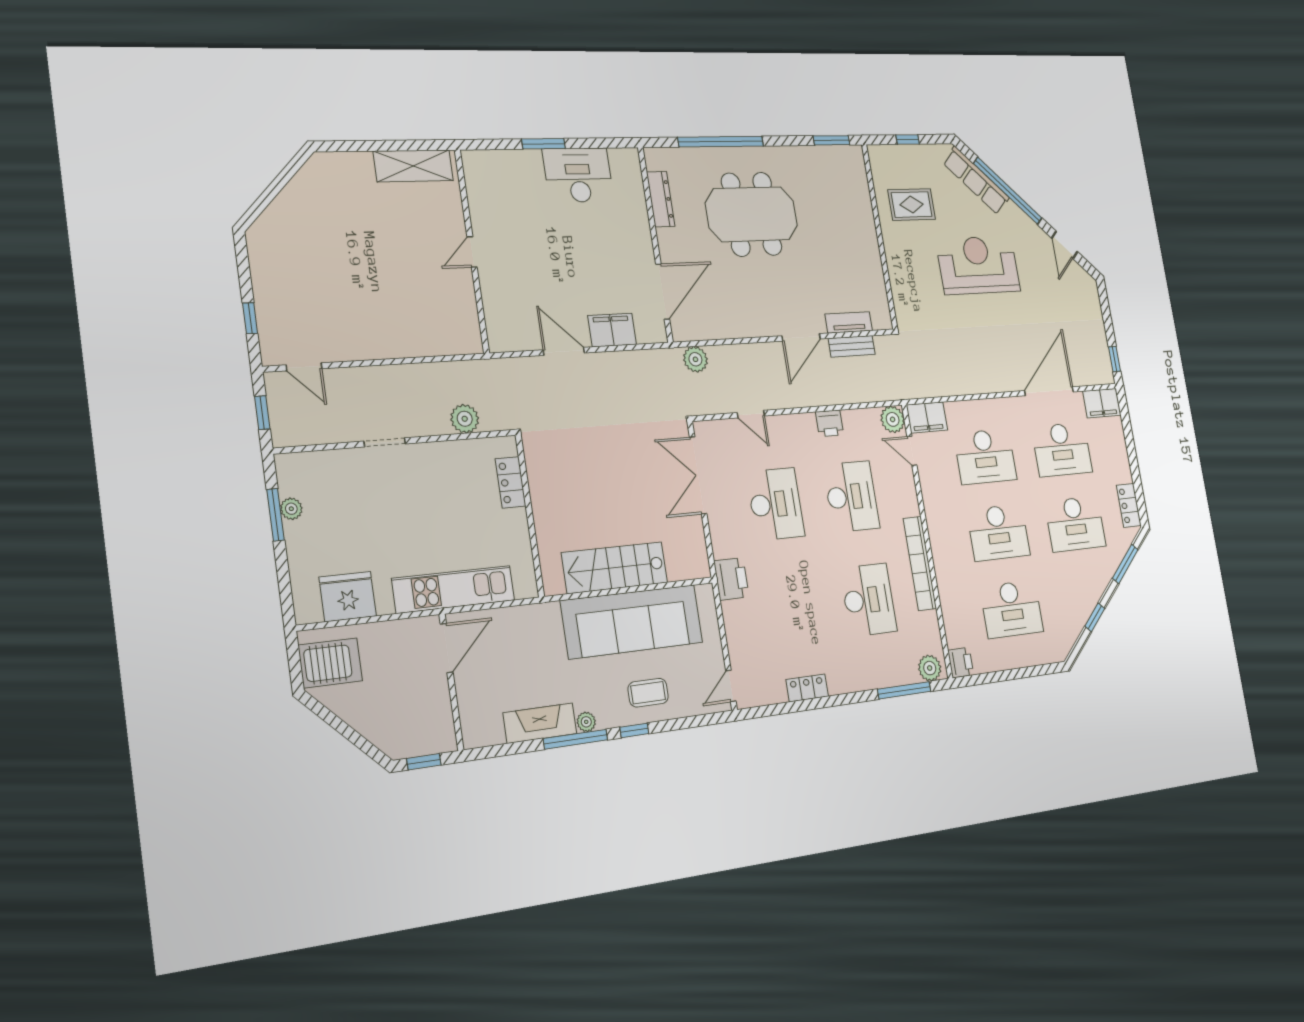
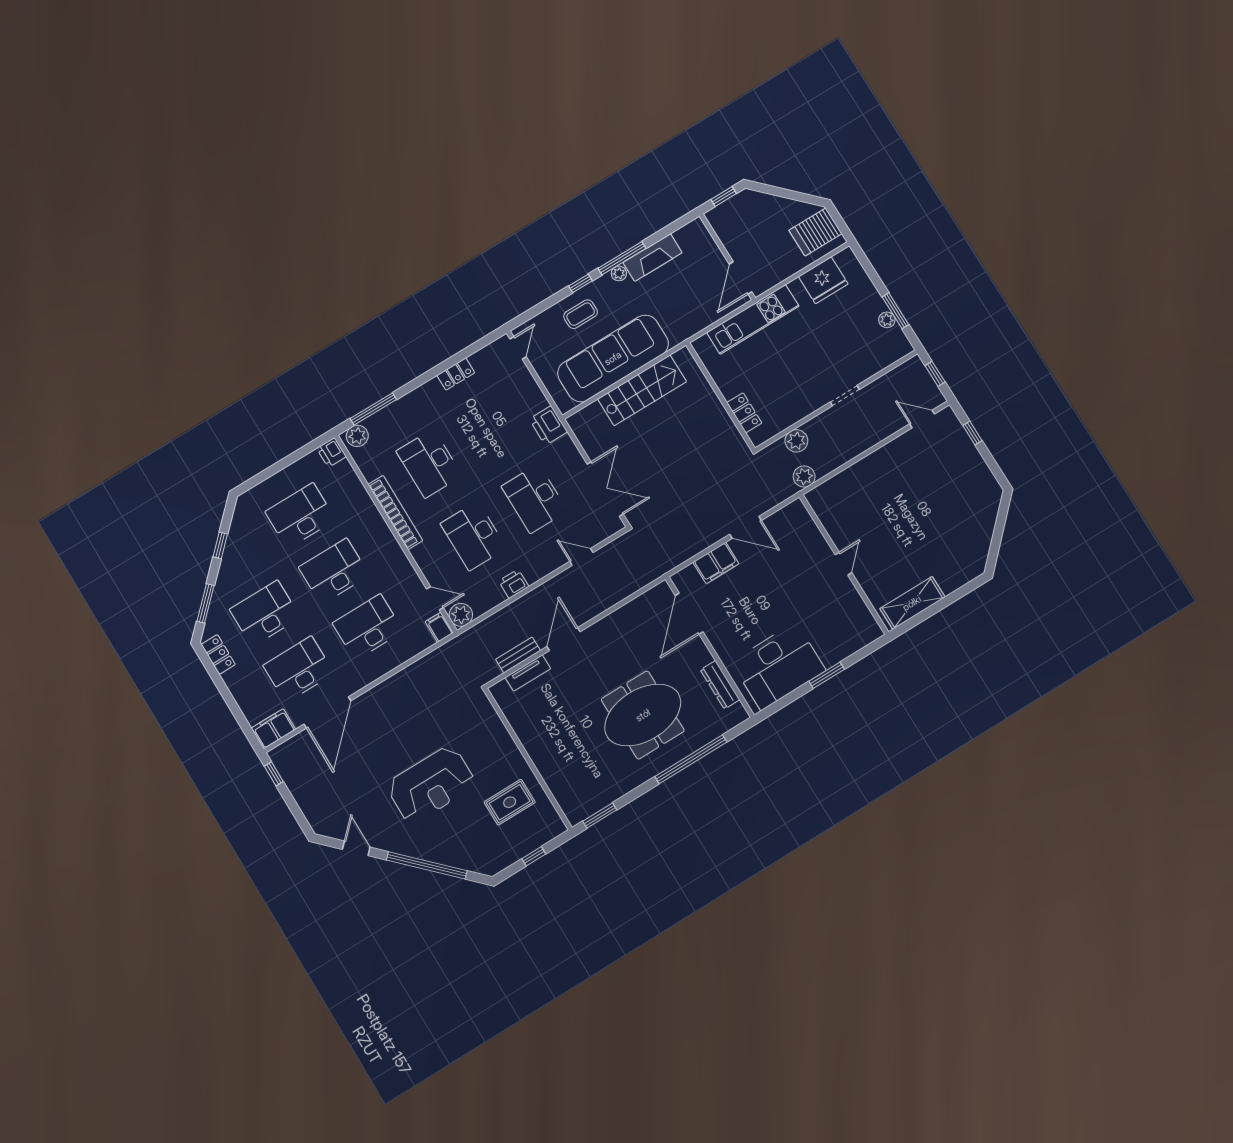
desk: (578, 175) -> (778, 666), width x1.36, depth x1.30
row of seats: (976, 180) -> (459, 857), removed
plant: (695, 359) -> (804, 476), moved
filing cabinet: (927, 417) -> (439, 627), width x0.50

